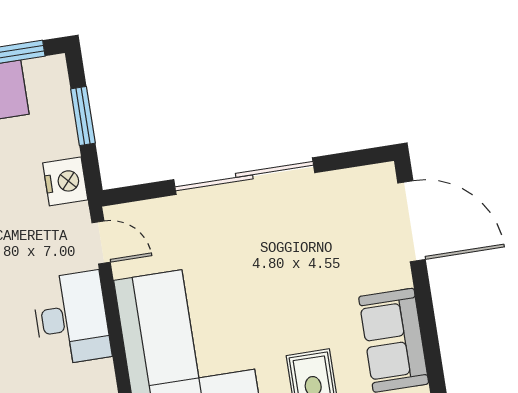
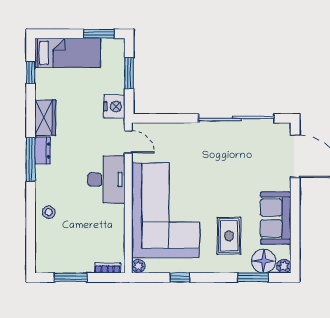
sliding door: (244, 176) -> (236, 118), moved

